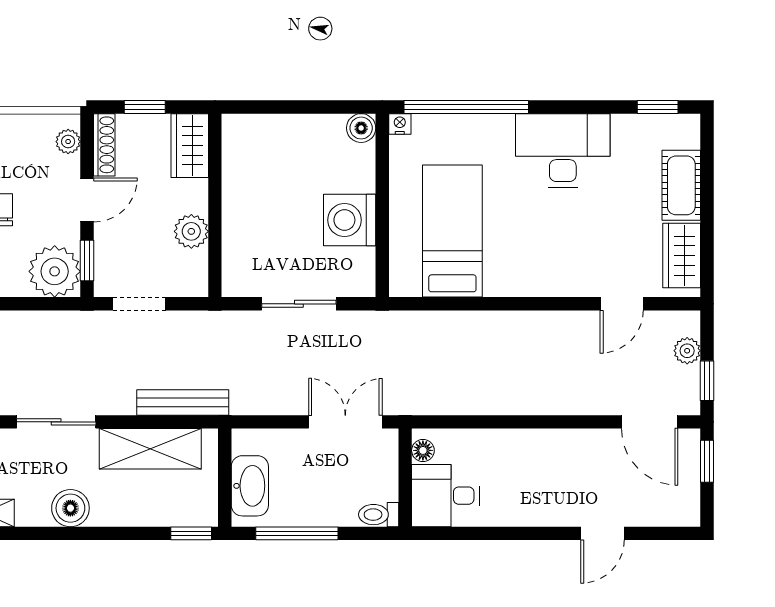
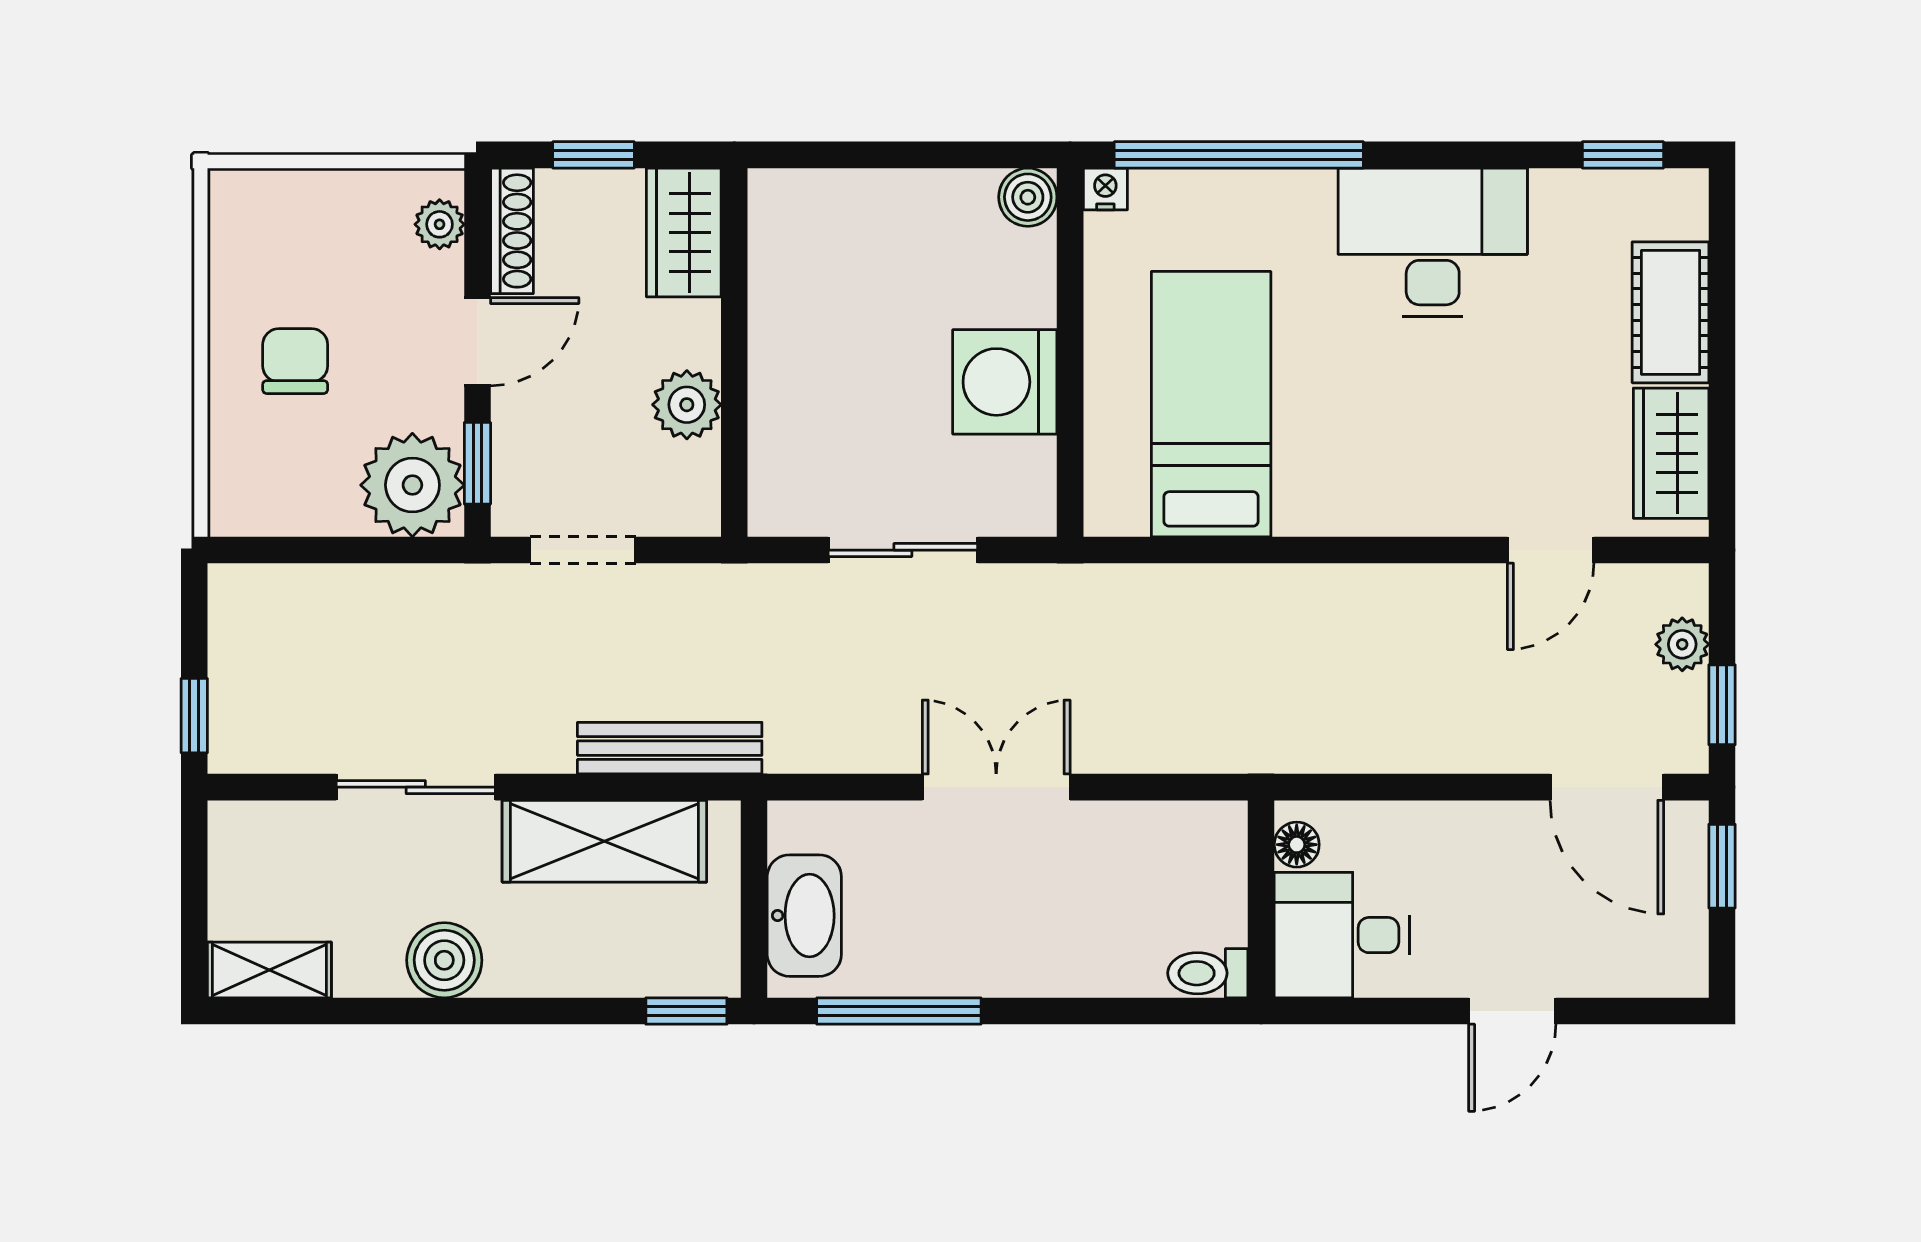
floor lamp: (423, 450) -> (1297, 845), moved
wall: (405, 478) -> (1261, 899), moved
desk: (445, 496) -> (1342, 935), moved
toilet: (379, 515) -> (1208, 973), moved

